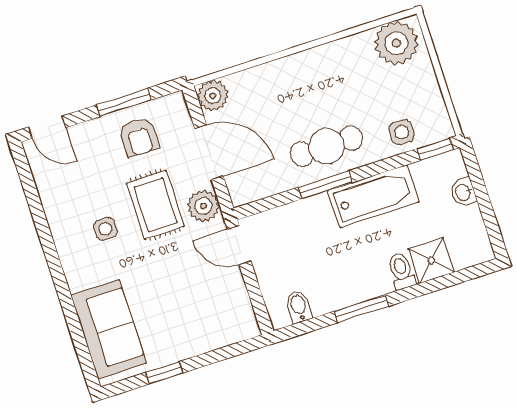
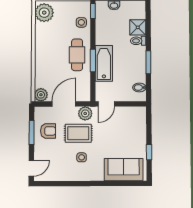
bathtub: (373, 196) -> (104, 63), moved

